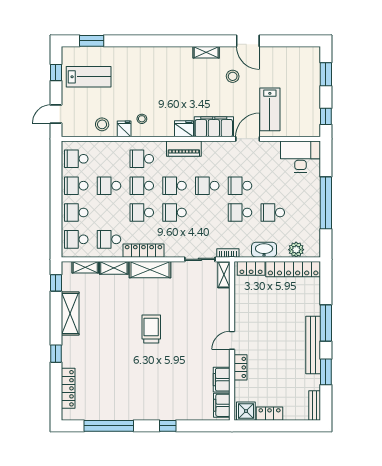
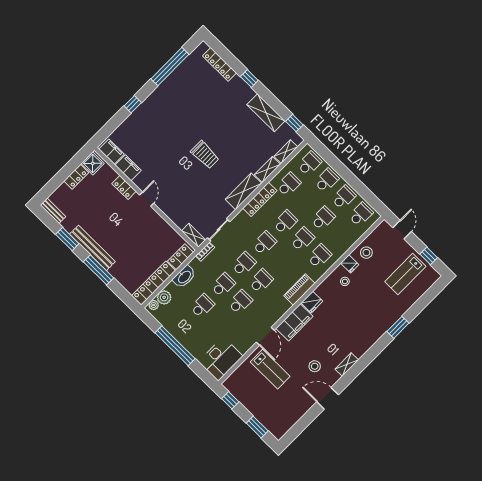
window: (92, 41) -> (398, 327), moved
lab bench: (270, 109) -> (270, 369), turned 180
school desk: (175, 186) -> (244, 264), moved
plant: (310, 252) -> (154, 305), added

